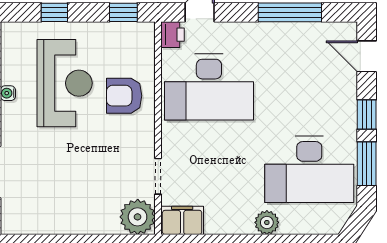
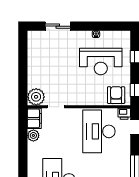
armchair: (124, 96) -> (116, 95), moved
plant: (267, 222) -> (33, 135), moved

